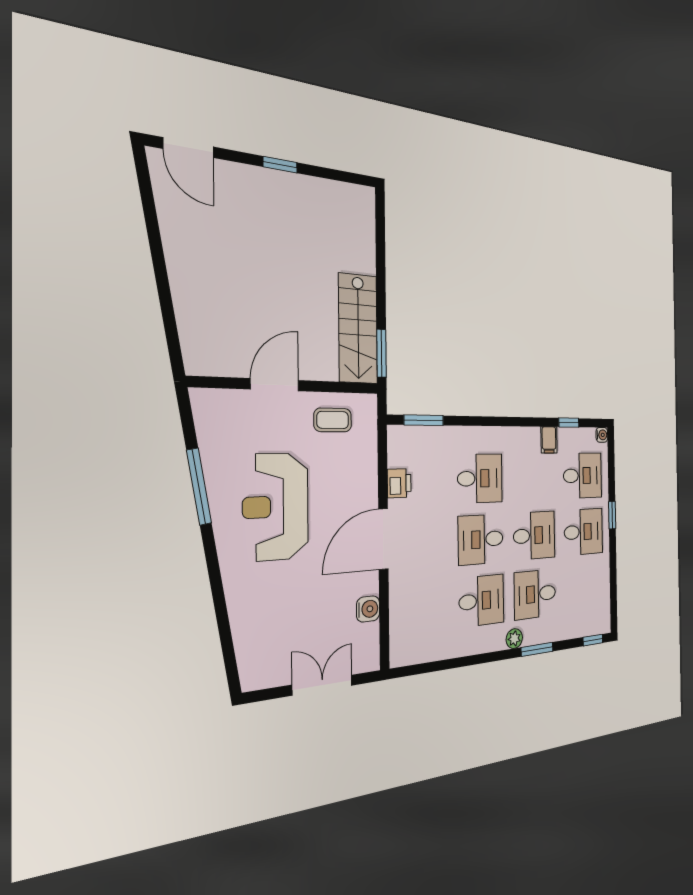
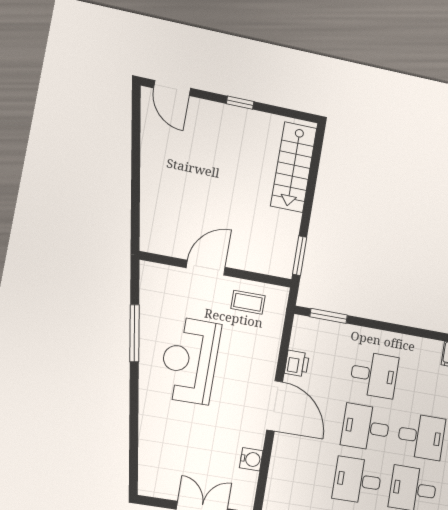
stairs: (358, 329) -> (294, 167), moved
door: (383, 539) -> (275, 406), swing flipped
desk: (482, 601) -> (357, 480), turned 180

